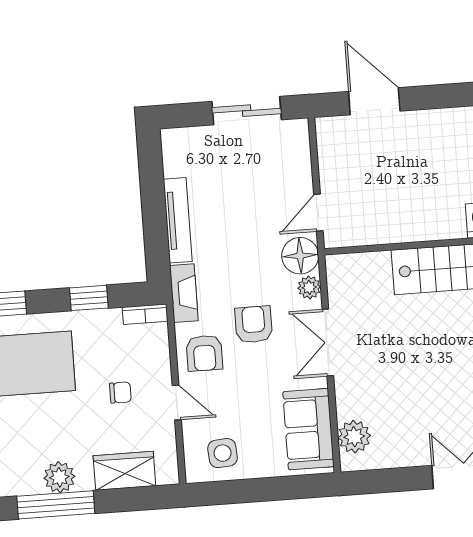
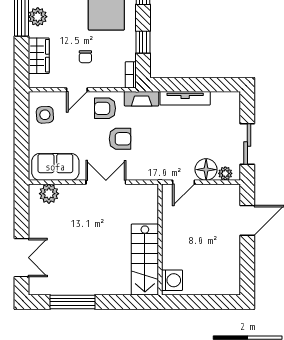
door: (318, 213) -> (184, 182), swing flipped
floor lamp: (300, 256) -> (206, 170), moved
plant: (309, 287) -> (225, 173), moved

